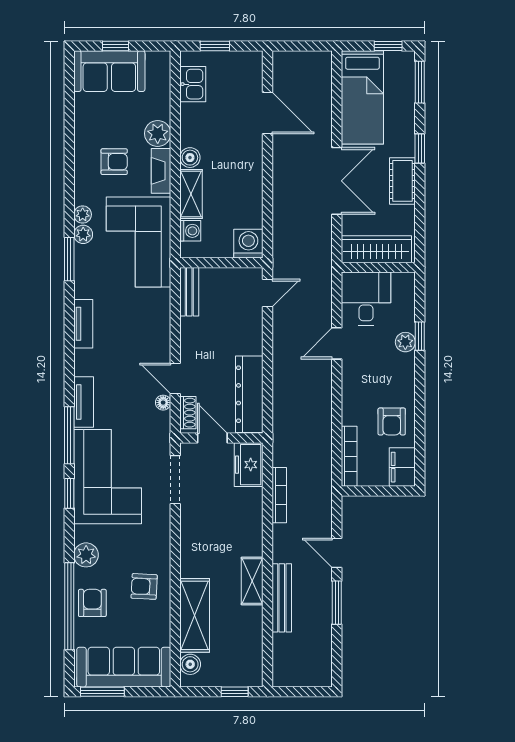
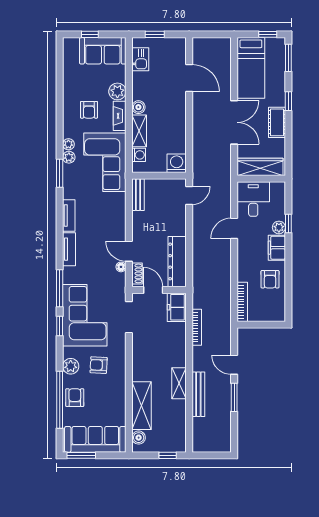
sofa: (109, 71) -> (103, 51), moved
armchair: (114, 162) -> (89, 110), turned 90
tv unit: (84, 402) -> (69, 249), moved
filing cabinet: (402, 467) -> (277, 248), moved
armchair: (144, 586) -> (99, 365), moved

